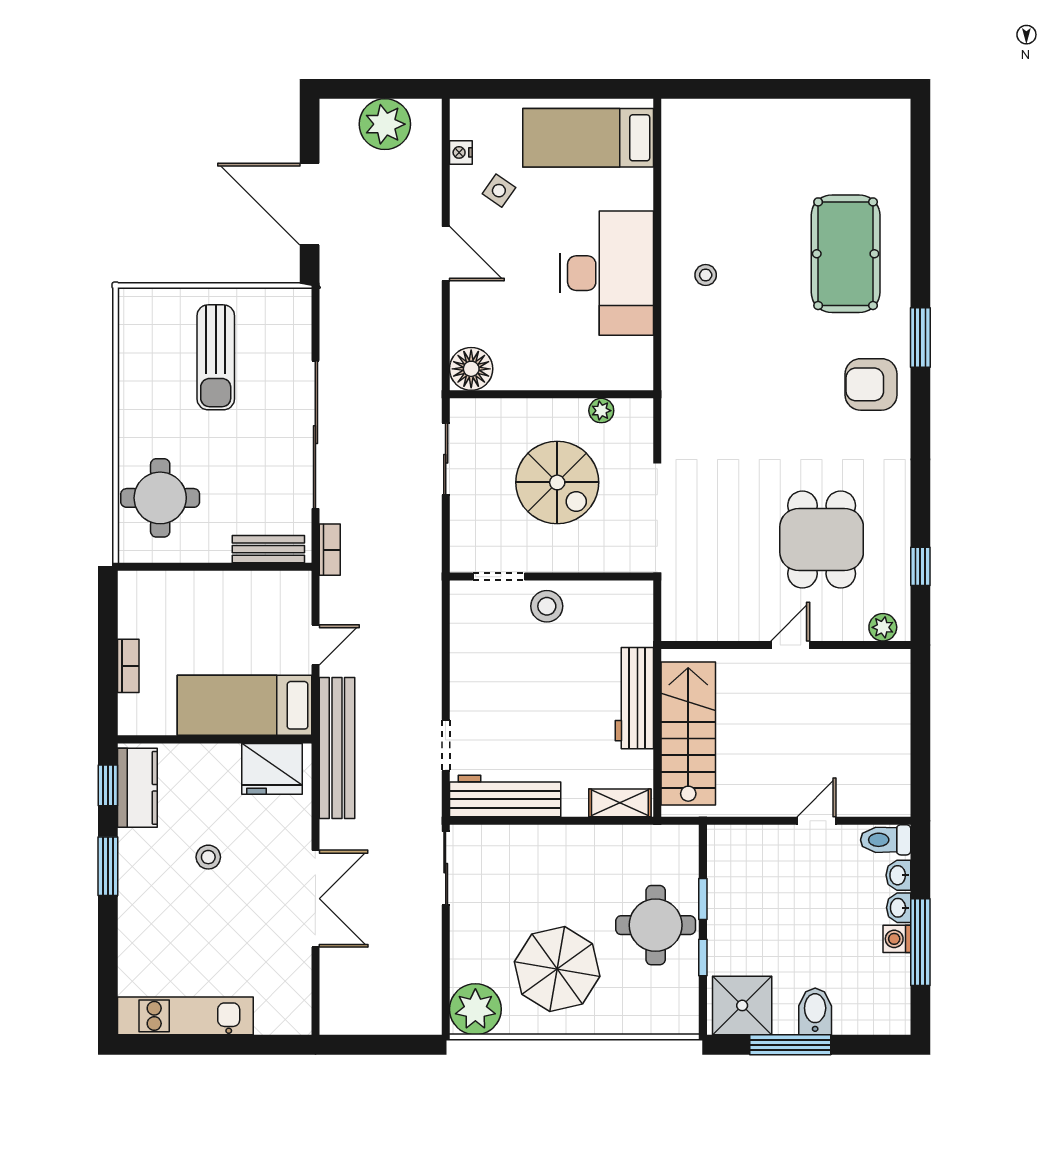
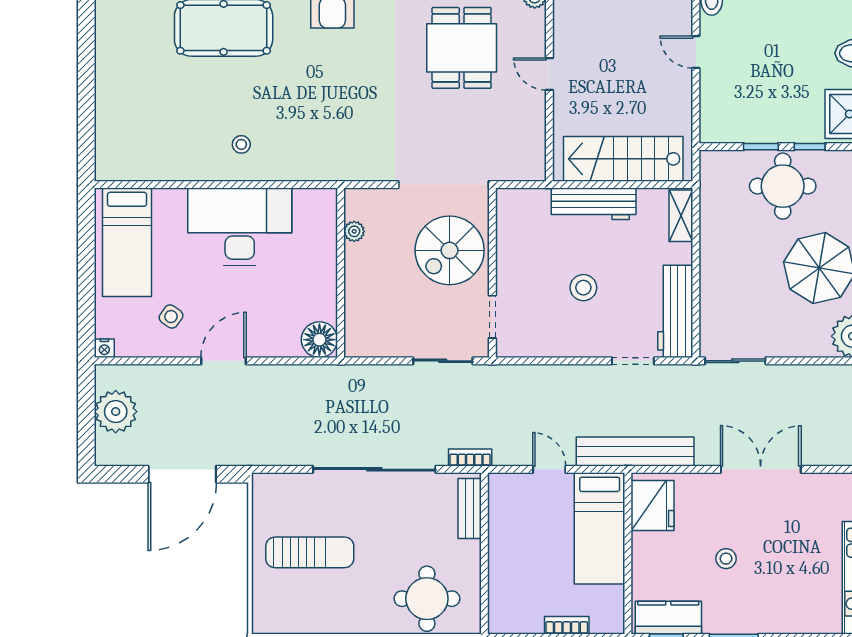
nightstand: (461, 152) -> (104, 348), moved
sliding door: (446, 459) -> (443, 361), moved
spiral stairs: (557, 482) -> (450, 250), moved, turned 180
dining table: (822, 540) -> (462, 48), turned 90
stool: (547, 606) -> (583, 288), moved

